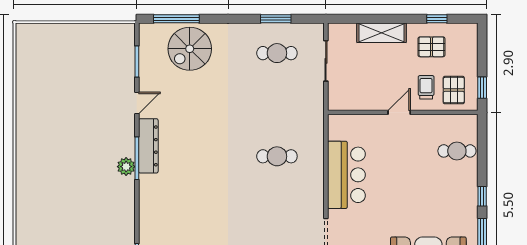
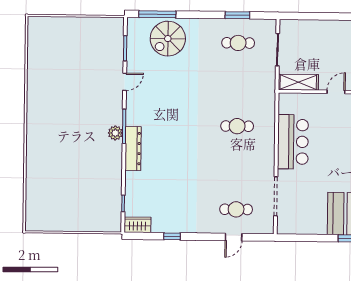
shelving: (382, 33) -> (298, 82), moved
dresser: (148, 146) -> (133, 149), moved

